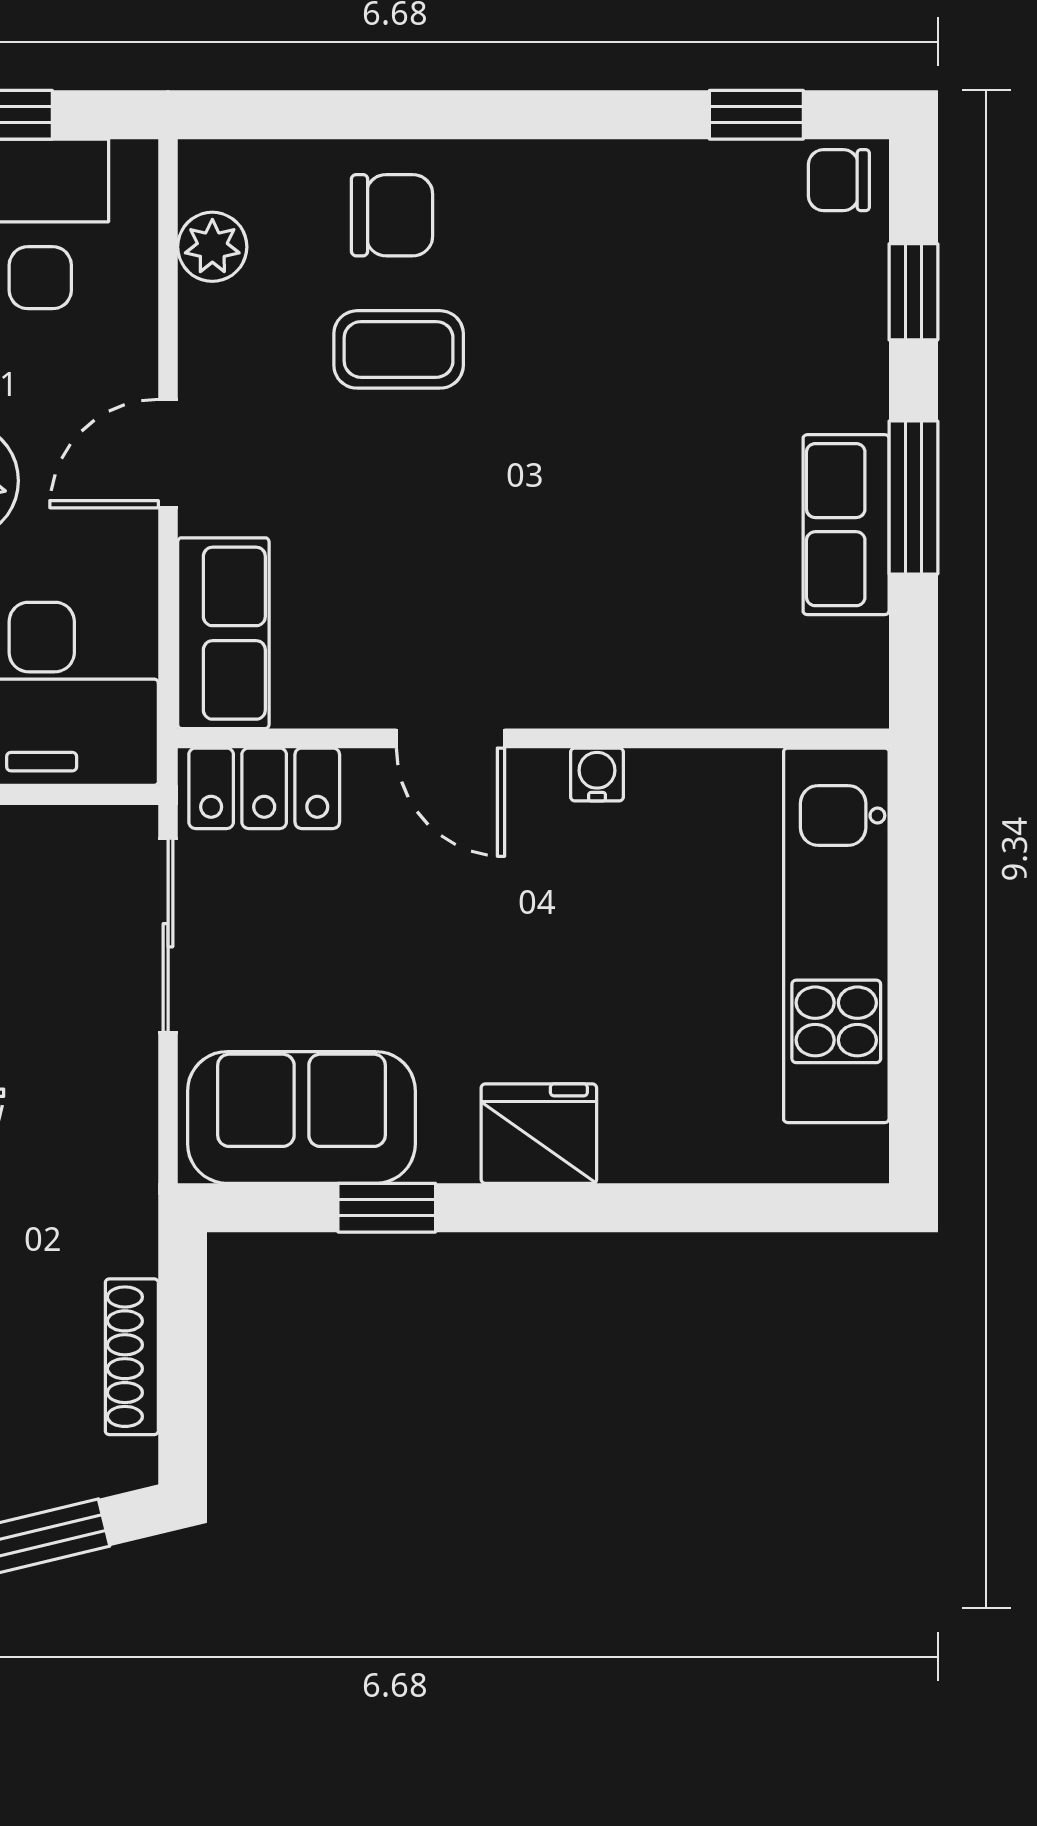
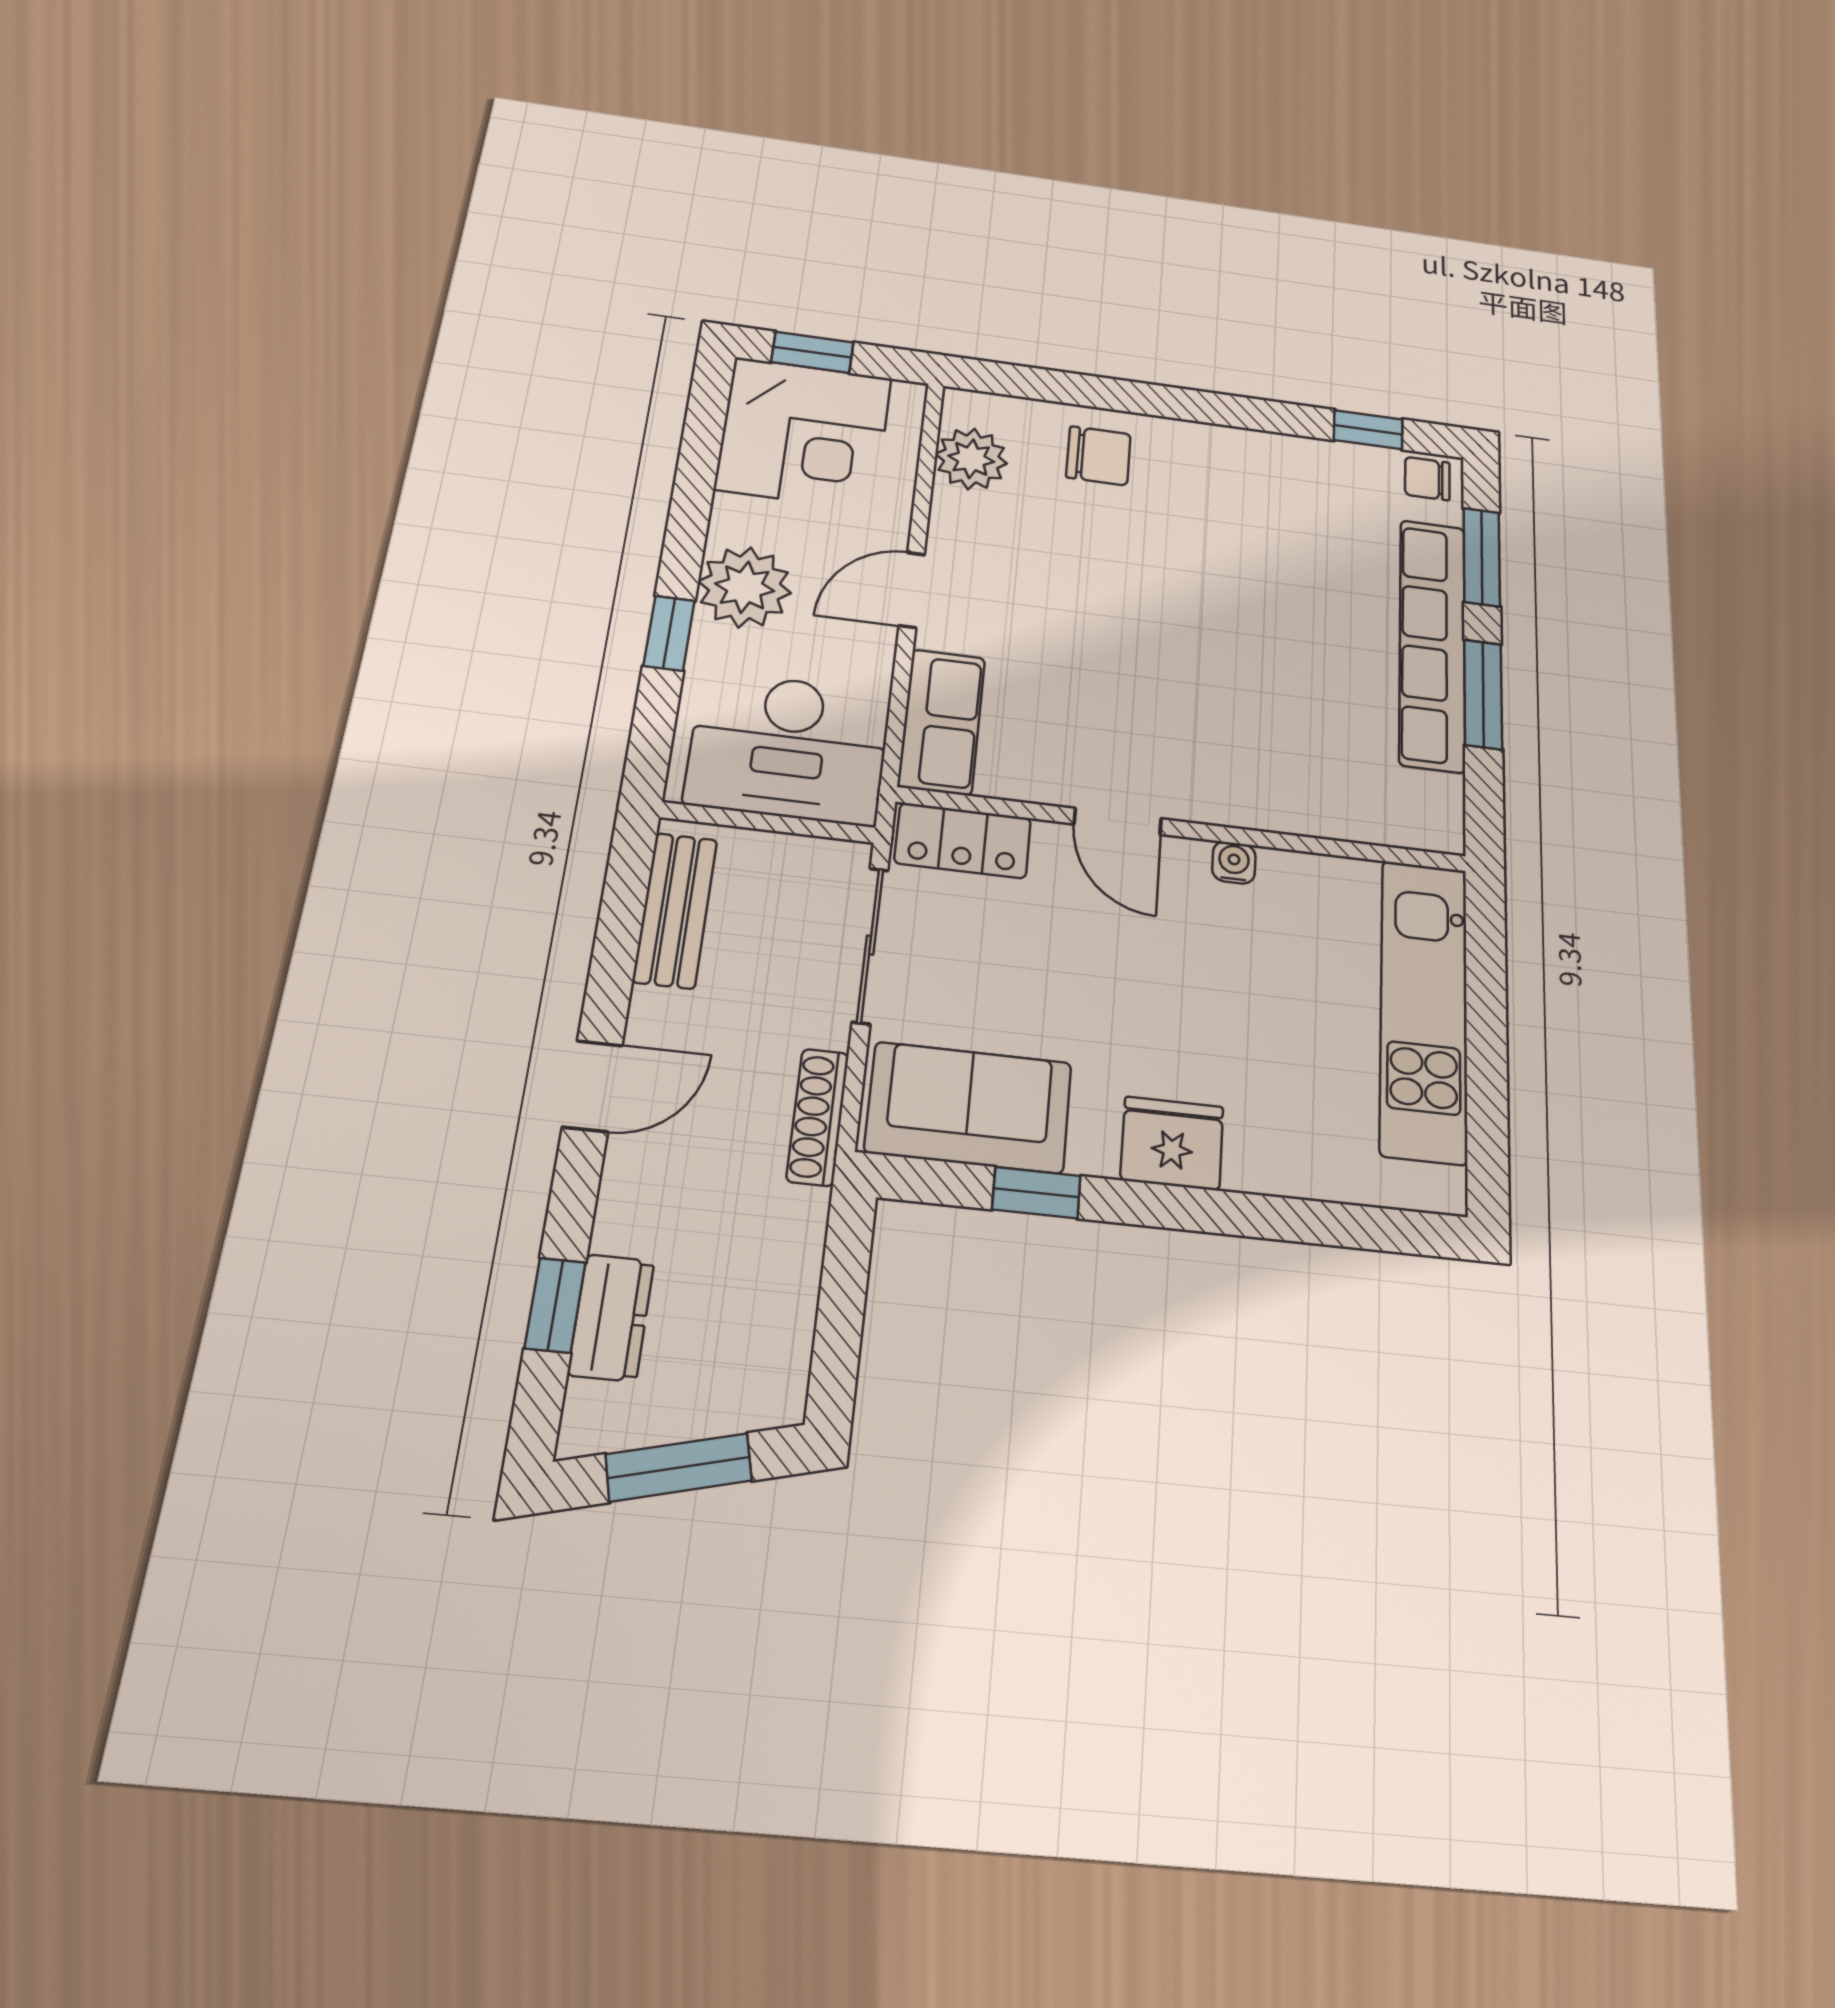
plant: (212, 247) -> (971, 459), width x1.38, depth x1.38
window: (913, 292) -> (1482, 557), width x1.50
coffee table: (399, 349) -> (1097, 543), removed
row of seats: (846, 525) -> (1432, 644), width x2.02
shoe rack: (132, 1357) -> (818, 1117), moved

